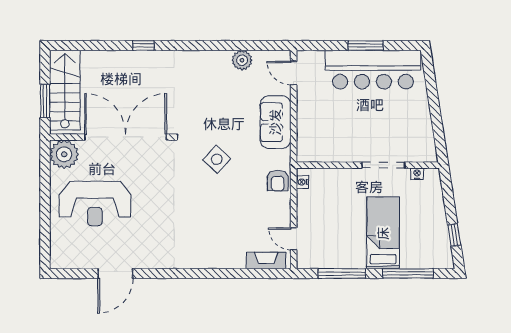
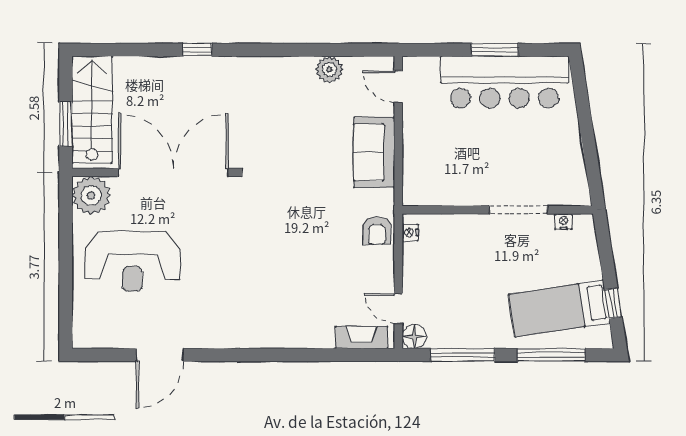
side table: (217, 159) -> (295, 202), removed
bed: (383, 233) -> (559, 308), moved, turned -99
floor lamp: (306, 260) -> (414, 337), added

